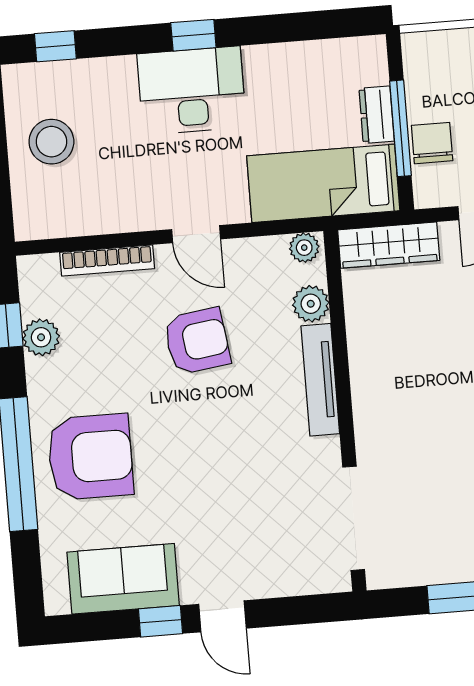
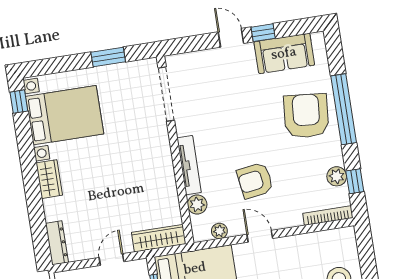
plant: (304, 248) -> (219, 231), moved
bookcase: (107, 260) -> (328, 216), moved
armchair: (90, 457) -> (306, 116), turned 95

